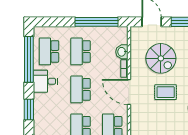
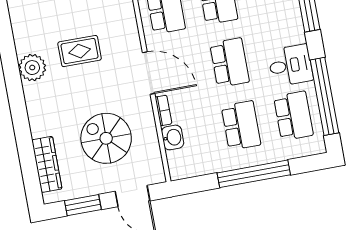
window: (96, 22) -> (254, 174), moved
rug: (166, 92) -> (80, 51), moved

